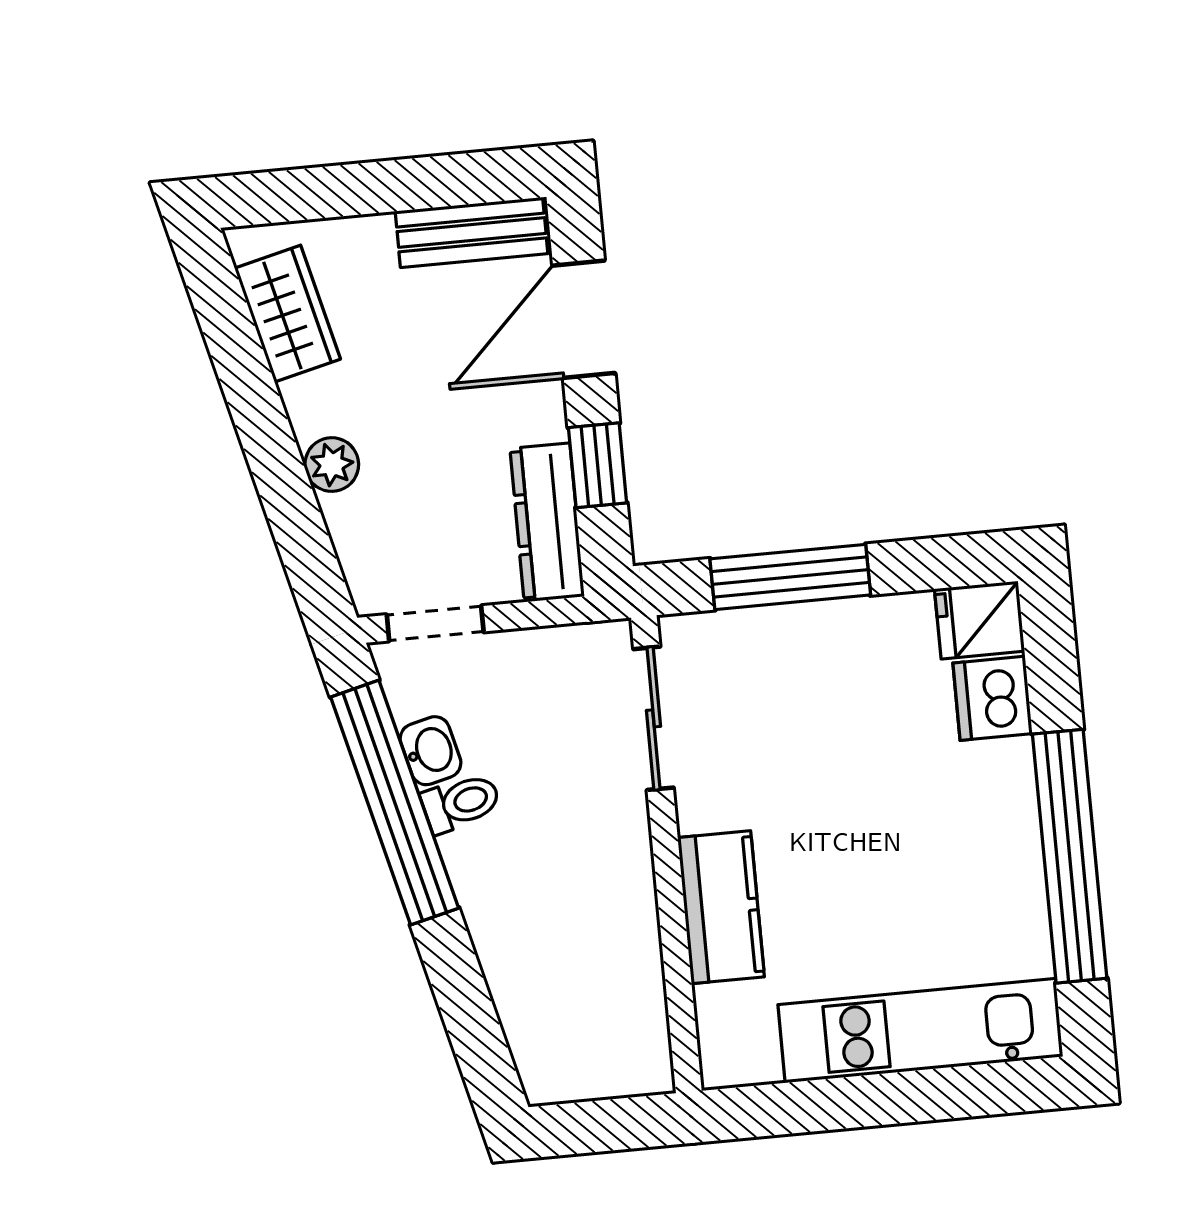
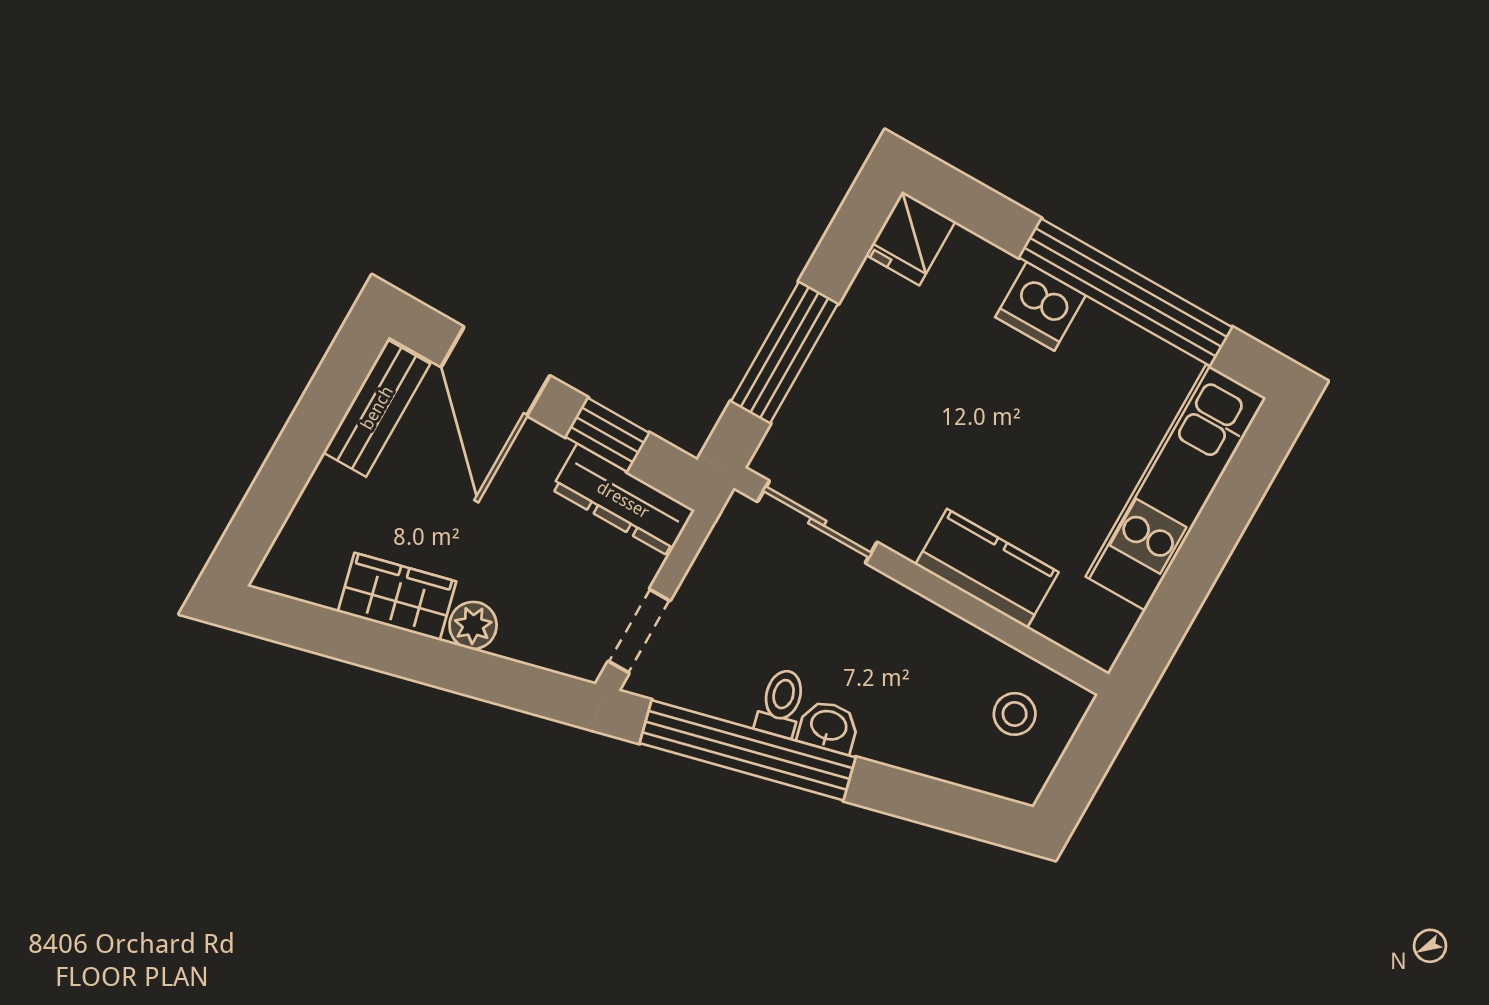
wardrobe: (288, 314) -> (397, 597), moved
dishwasher: (993, 698) -> (1040, 306), moved
washbasin: (431, 751) -> (828, 727), moved
stool: (603, 1028) -> (1015, 714), added

